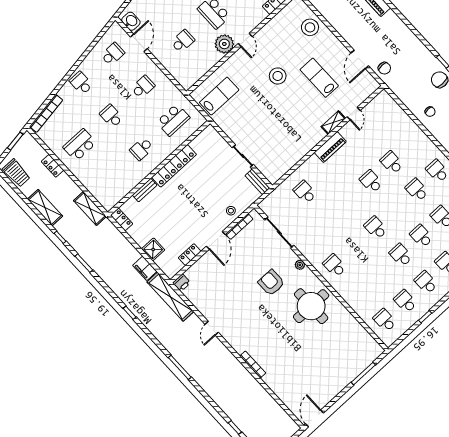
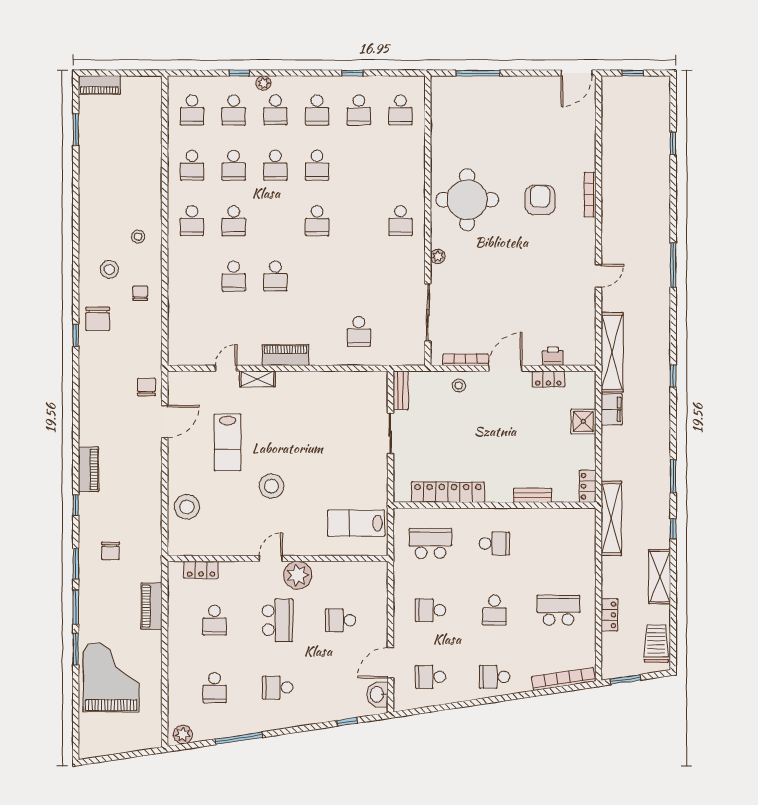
school desk: (81, 83) -> (494, 677), turned 90
school desk: (80, 145) -> (558, 610), turned 180
locker: (174, 166) -> (448, 492), moved
shelving: (90, 209) -> (611, 518), width x1.47
printer: (182, 283) -> (553, 356), moved
armchair: (271, 283) -> (540, 200), moved, turned 180

